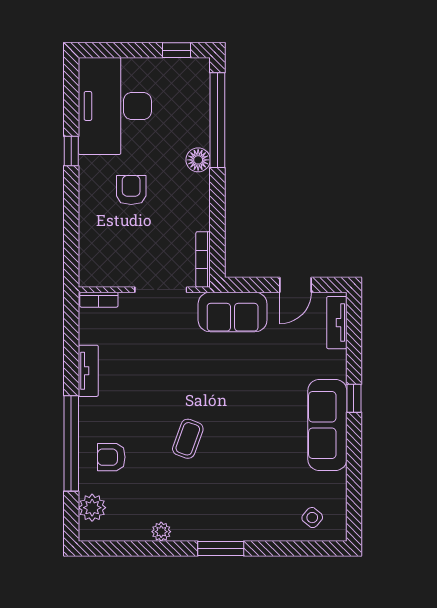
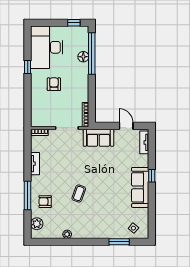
floor lamp: (198, 160) -> (83, 57), moved
door: (295, 285) -> (126, 126), swing flipped
window: (71, 443) -> (28, 195), width x0.68
window: (221, 549) -> (119, 242), moved

